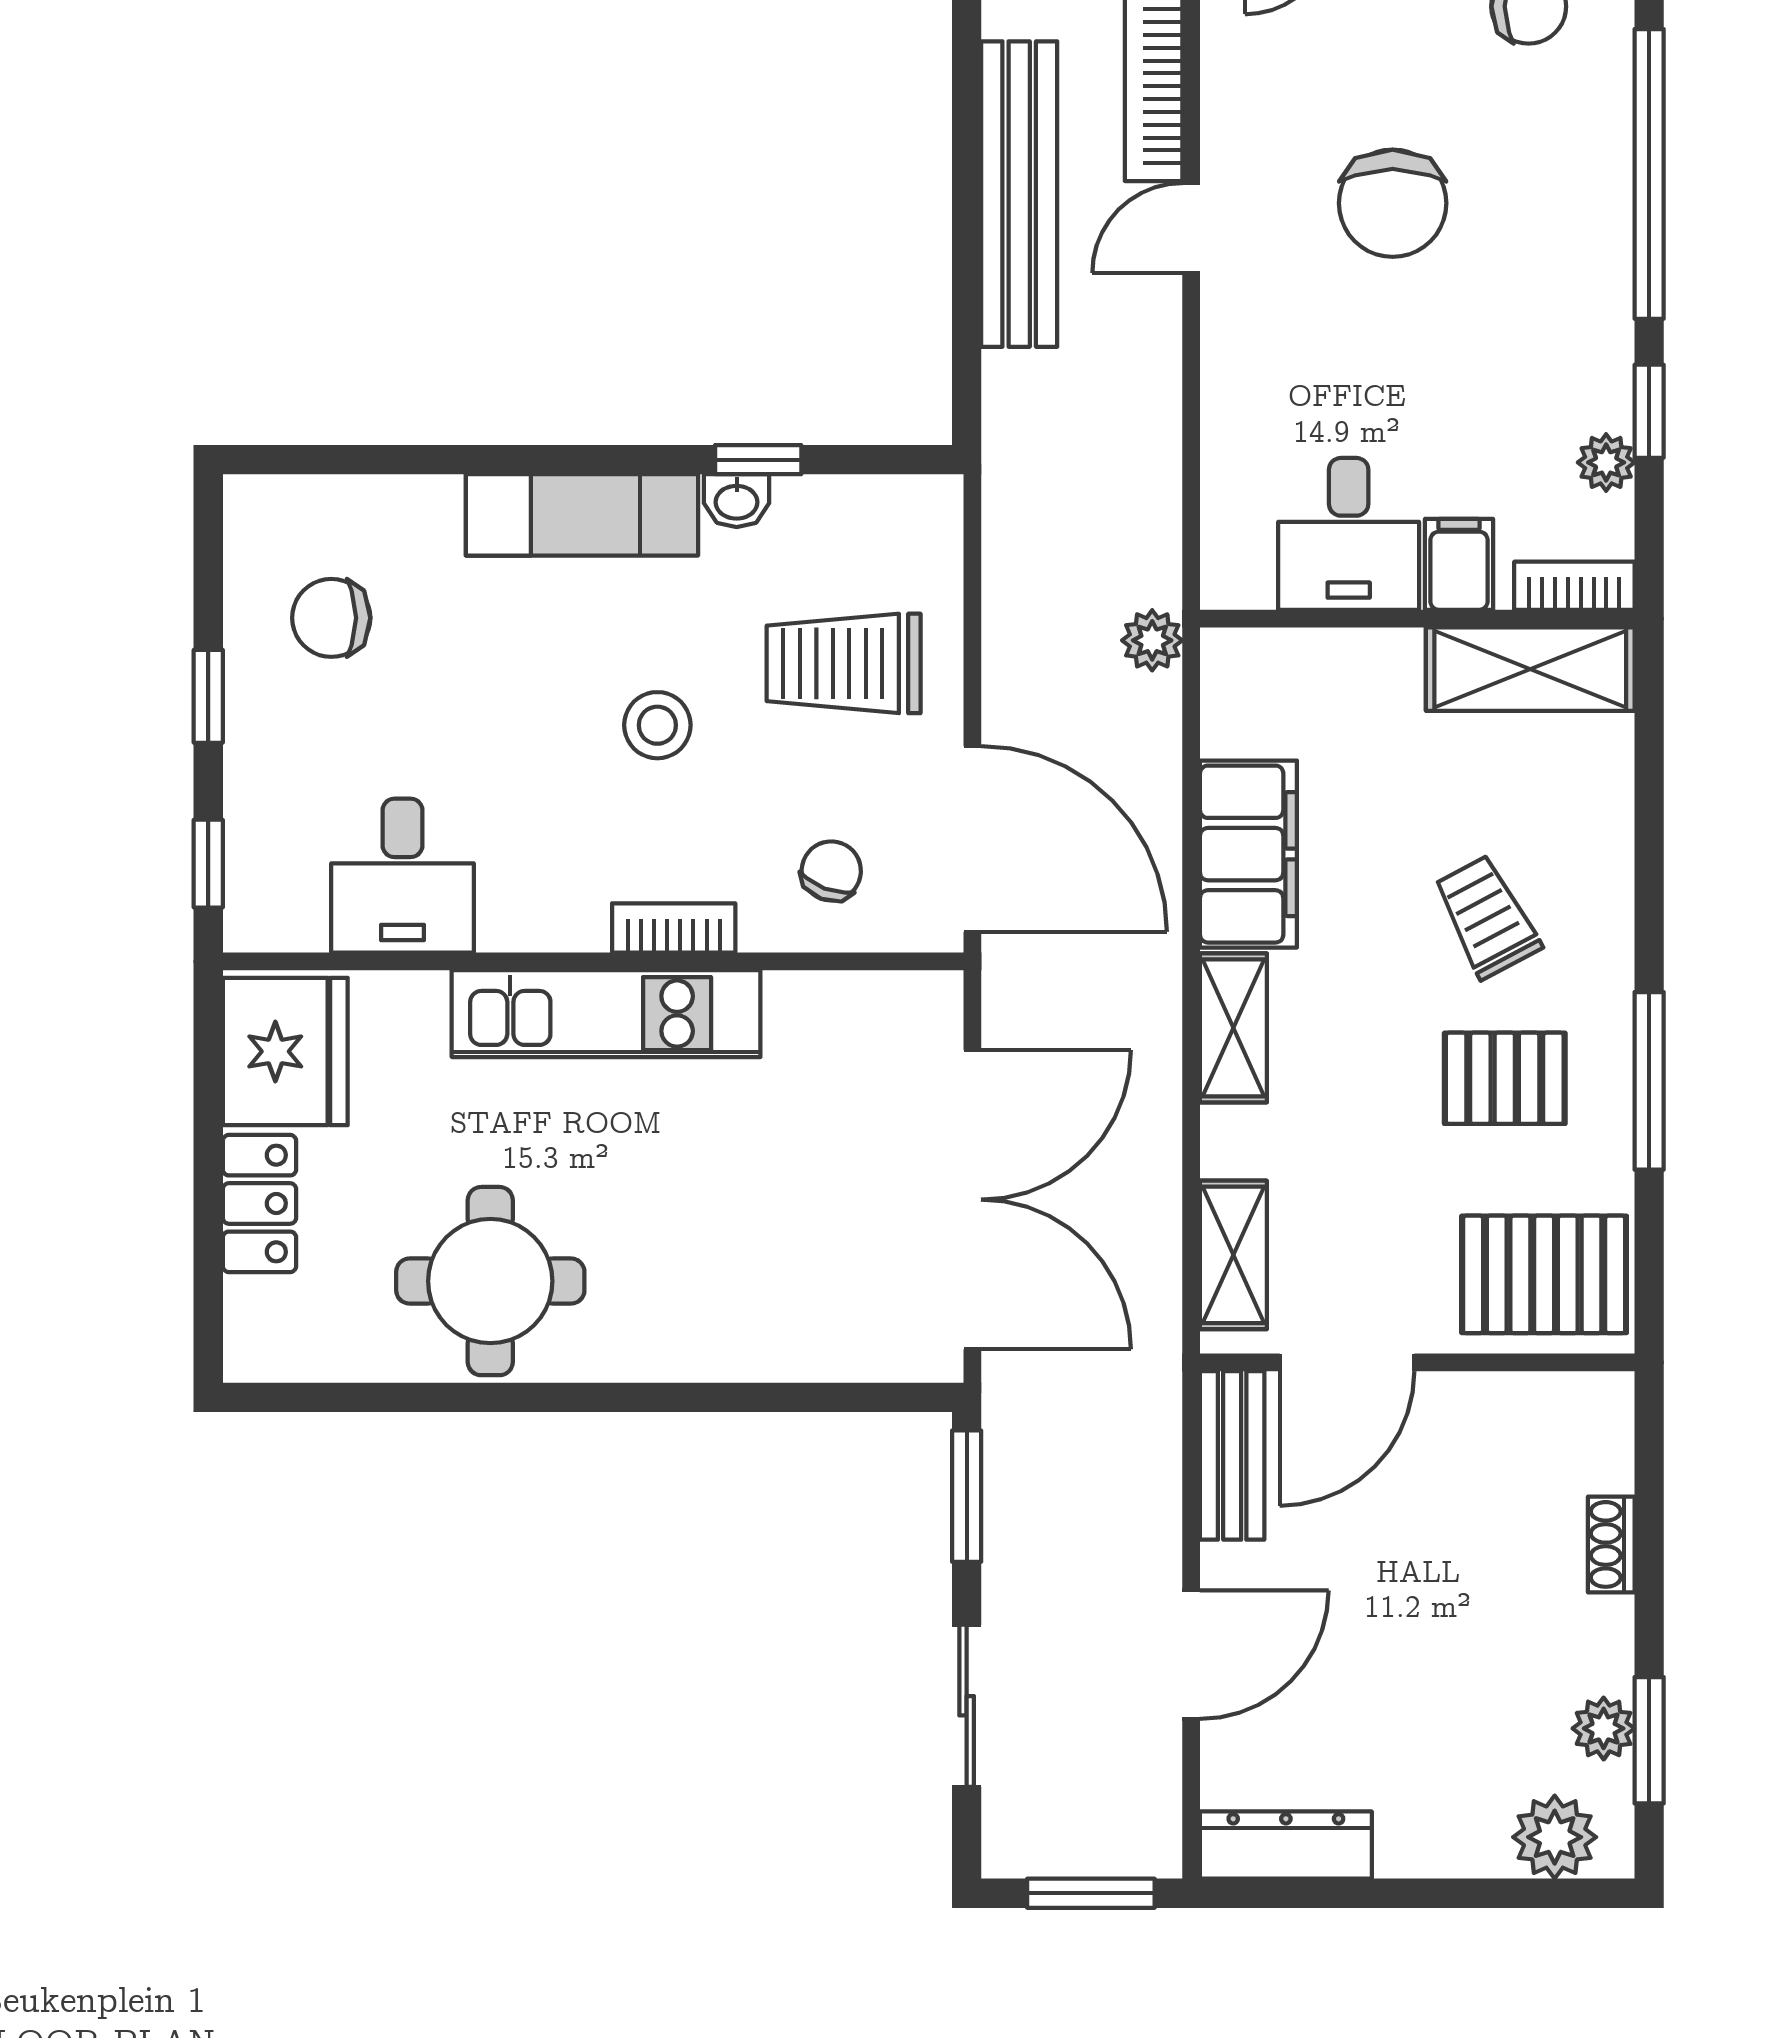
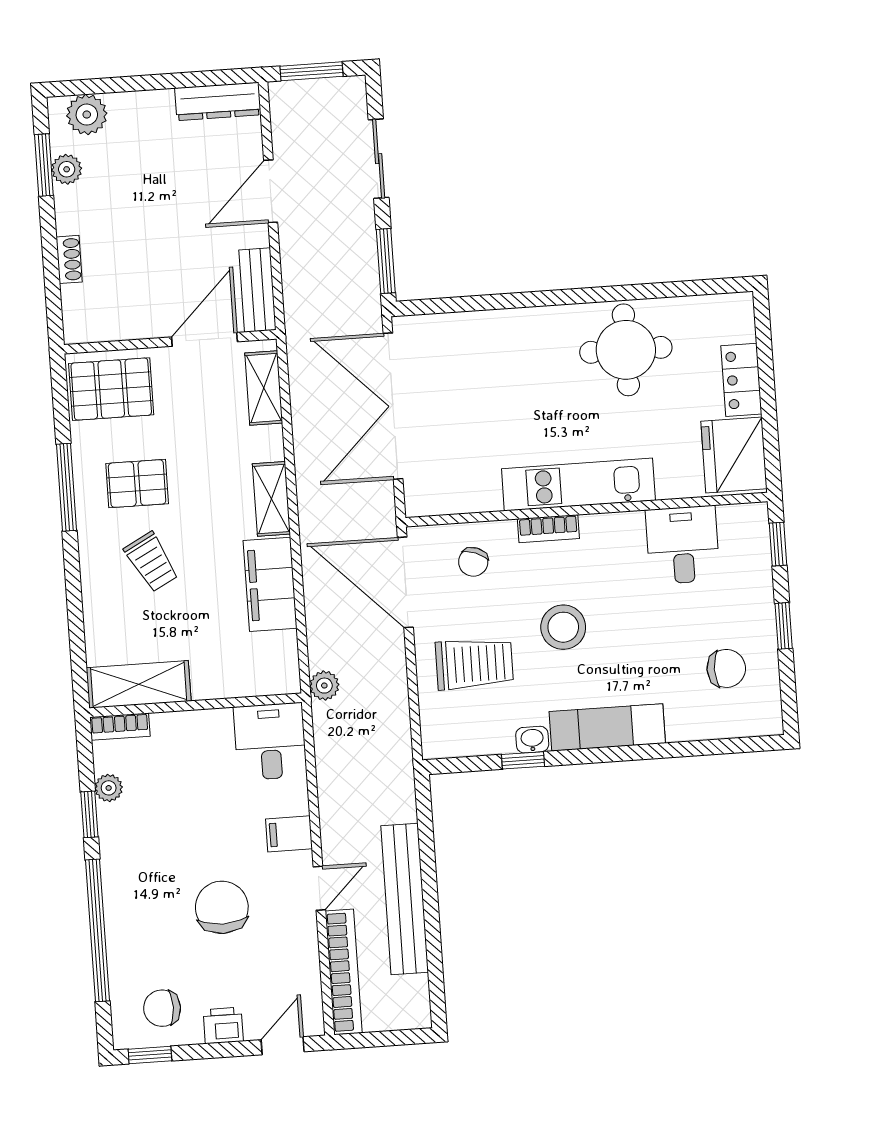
desk: (1349, 534) -> (270, 742), moved
filing cabinet: (1459, 564) -> (289, 834), moved, turned 90
stool: (657, 725) -> (563, 627), width x1.38, depth x1.38

